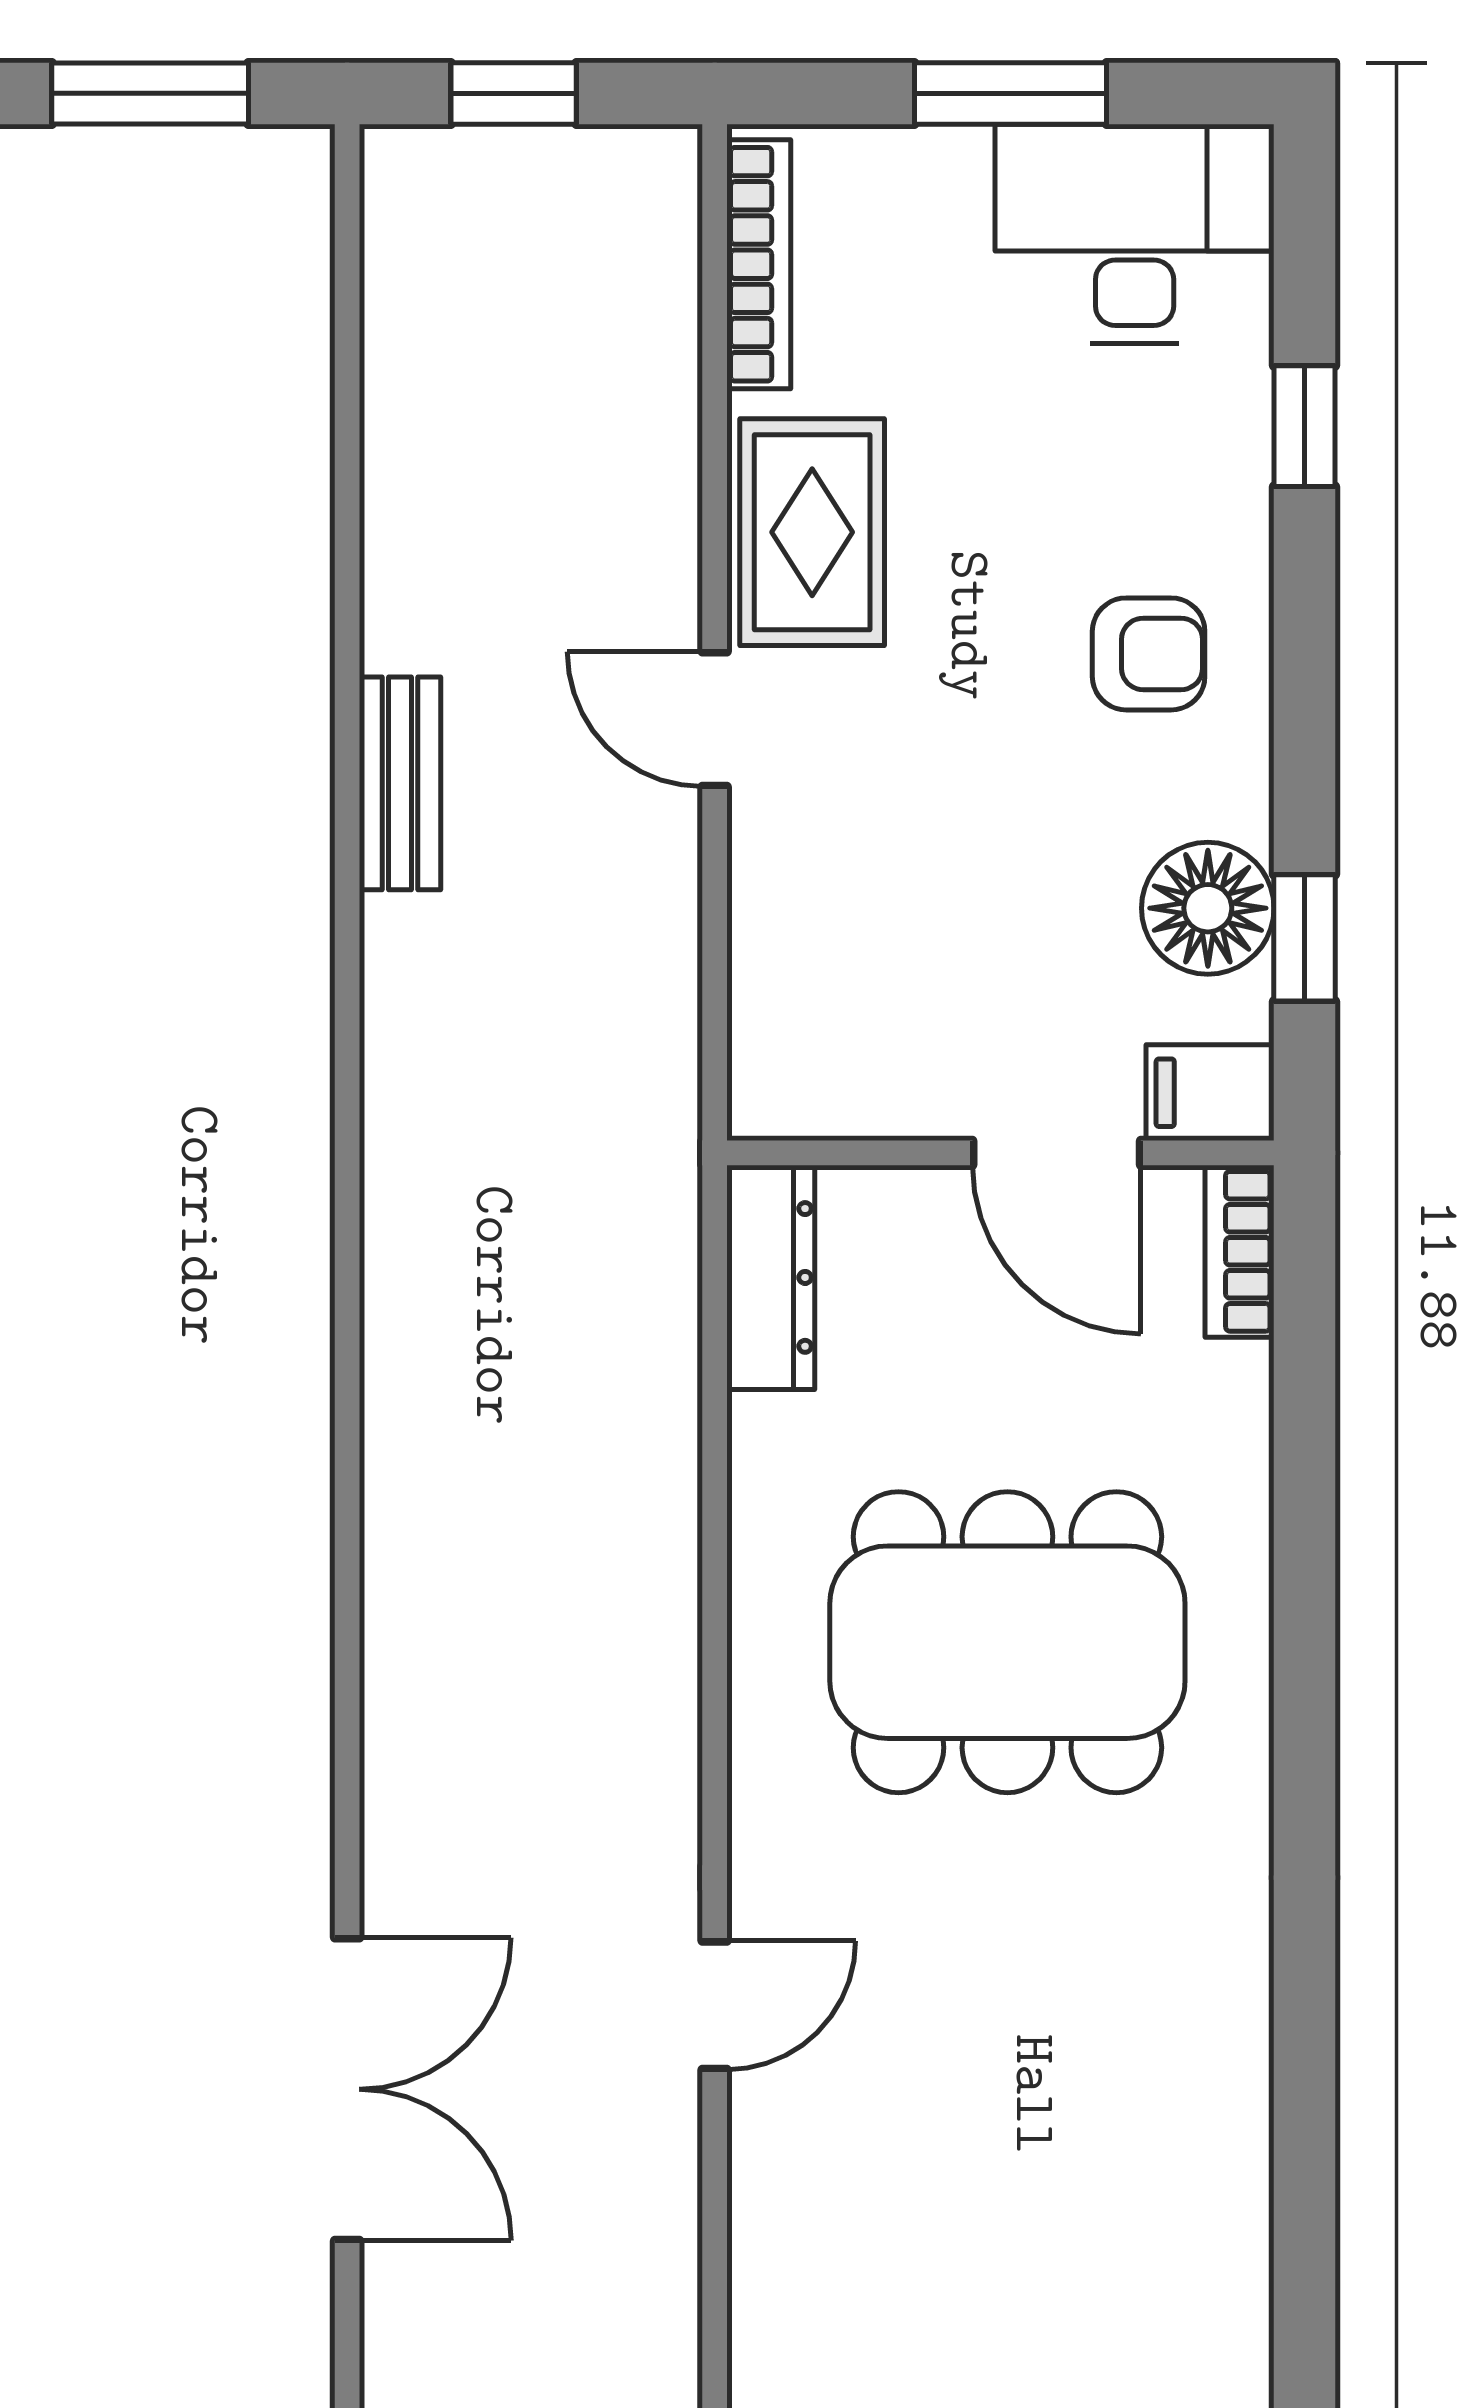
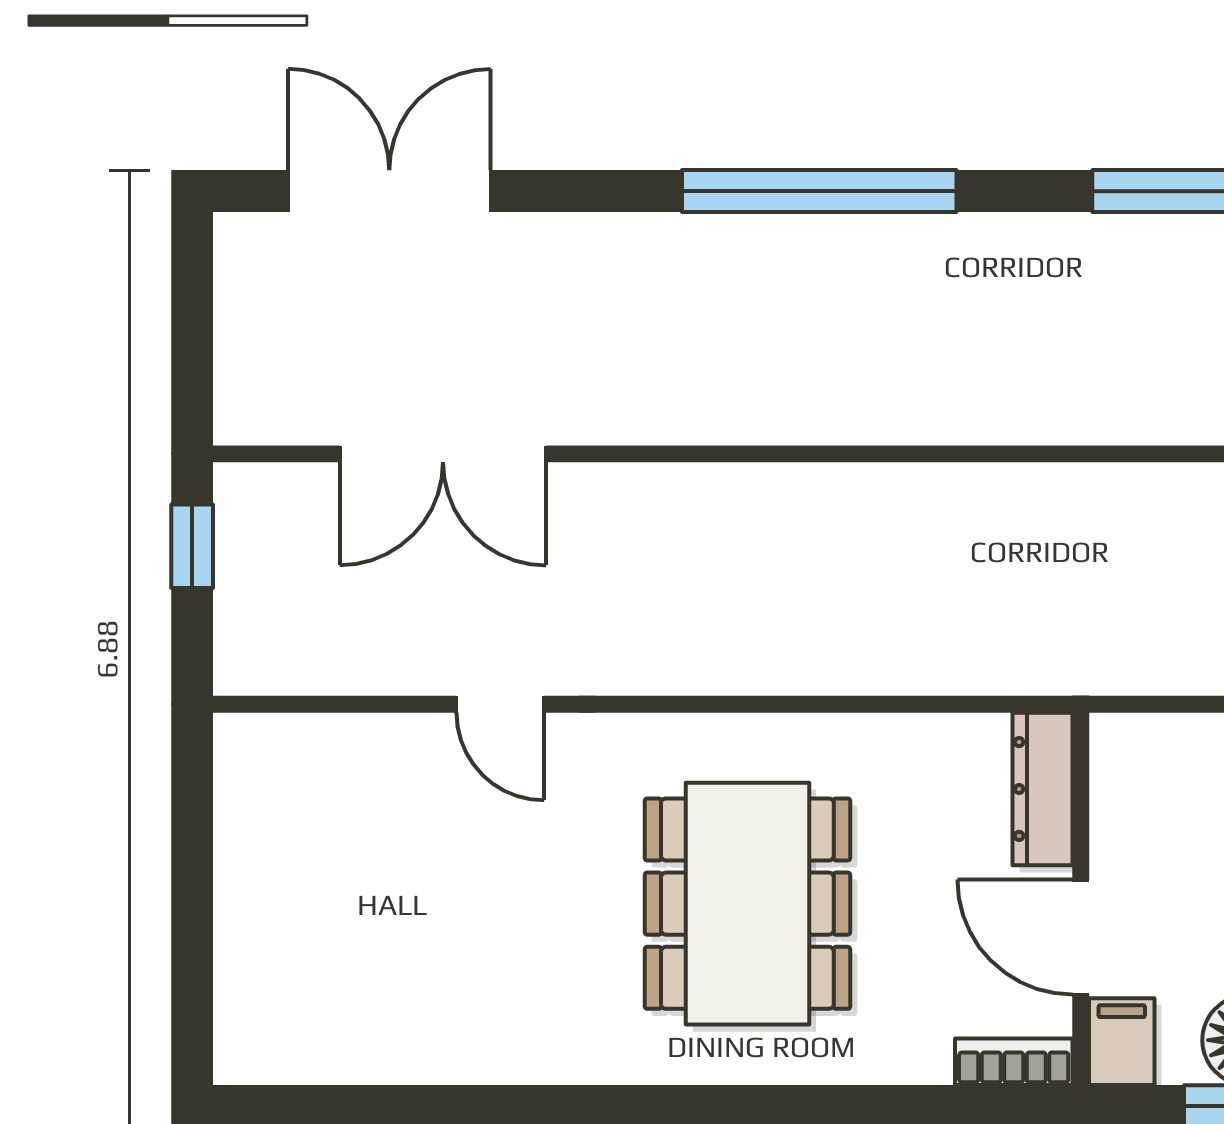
door: (1057, 1153) -> (1081, 937), hinge flipped
dresser: (771, 1277) -> (1042, 789), moved, turned 90

